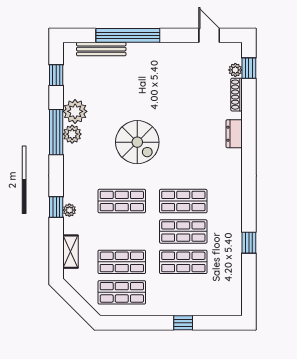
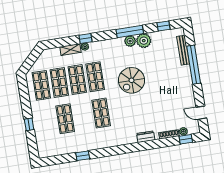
door: (209, 35) -> (201, 113), swing flipped
shop shelf: (183, 231) -> (77, 80), moved
shelving: (71, 252) -> (70, 50), moved

